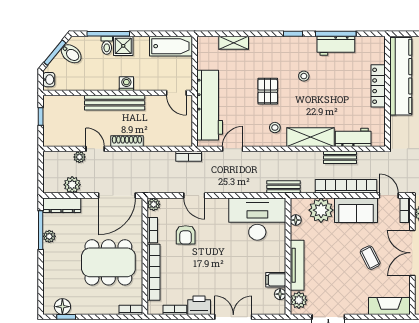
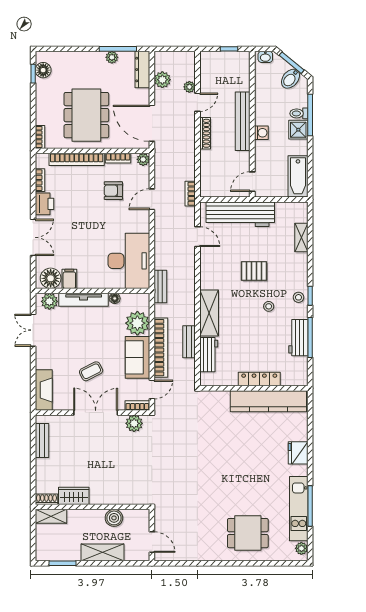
stool: (275, 128) -> (298, 297), moved
floor lamp: (296, 220) -> (115, 298), moved
floor lamp: (280, 294) -> (51, 278), width x1.89, depth x1.89

